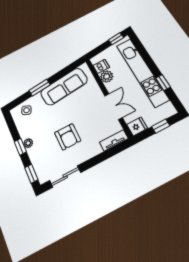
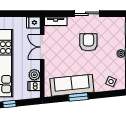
window: (39, 88) -> (78, 97), moved
window: (161, 126) -> (17, 14), removed
sliding door: (65, 176) -> (87, 14), moved

